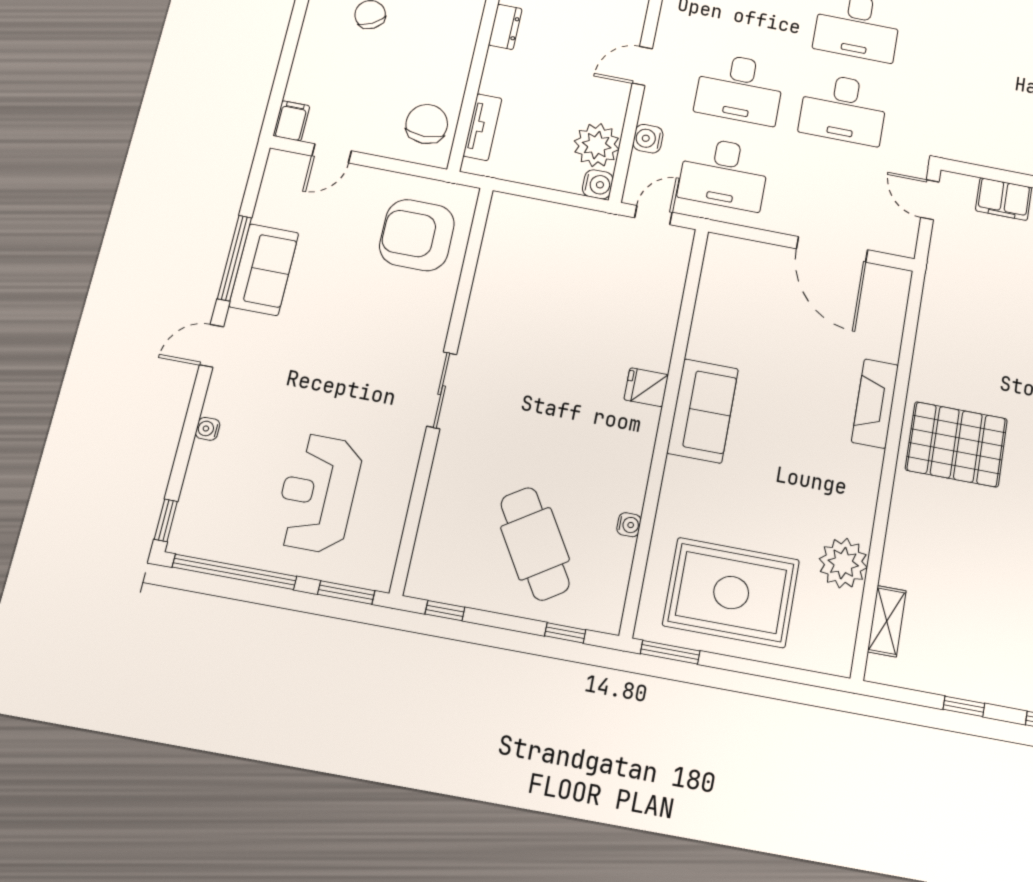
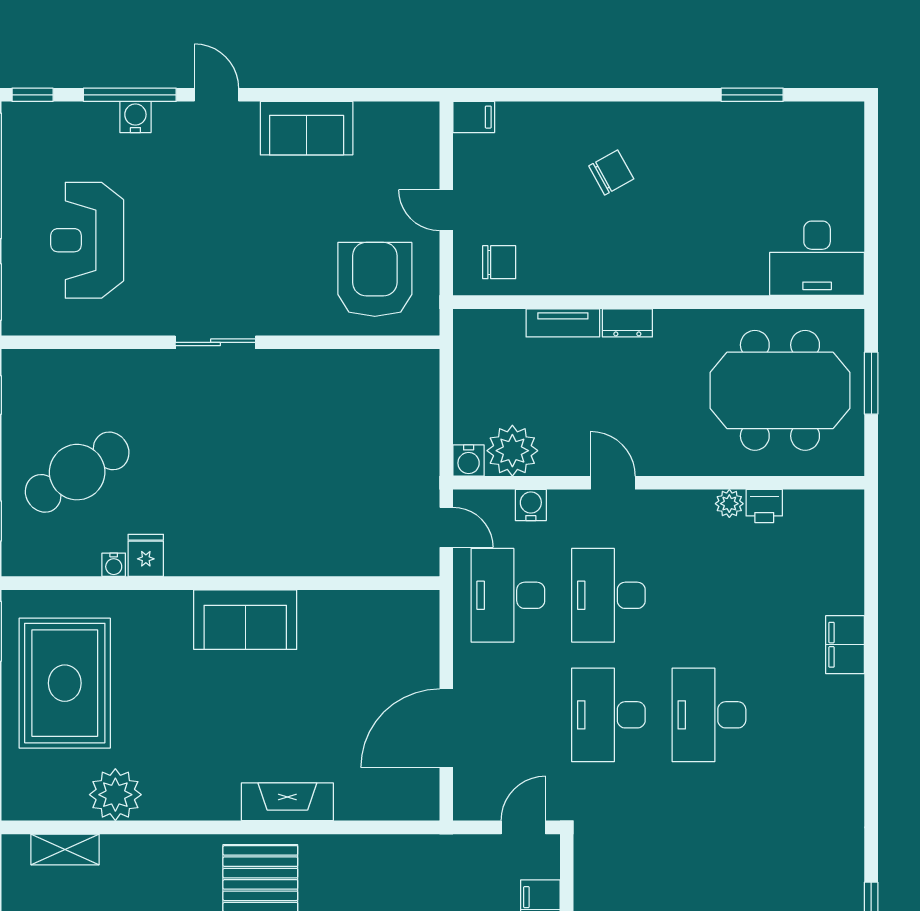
chair: (427, 124) -> (499, 262), width x0.73, depth x0.73
tv unit: (483, 127) -> (563, 323), moved
door: (332, 153) -> (446, 210), moved
window: (234, 258) -> (130, 95), moved
fridge: (646, 387) -> (146, 555), moved
water cooler: (208, 429) -> (135, 117), width x1.38, depth x1.38
reception desk: (318, 493) -> (87, 240), turned -90

